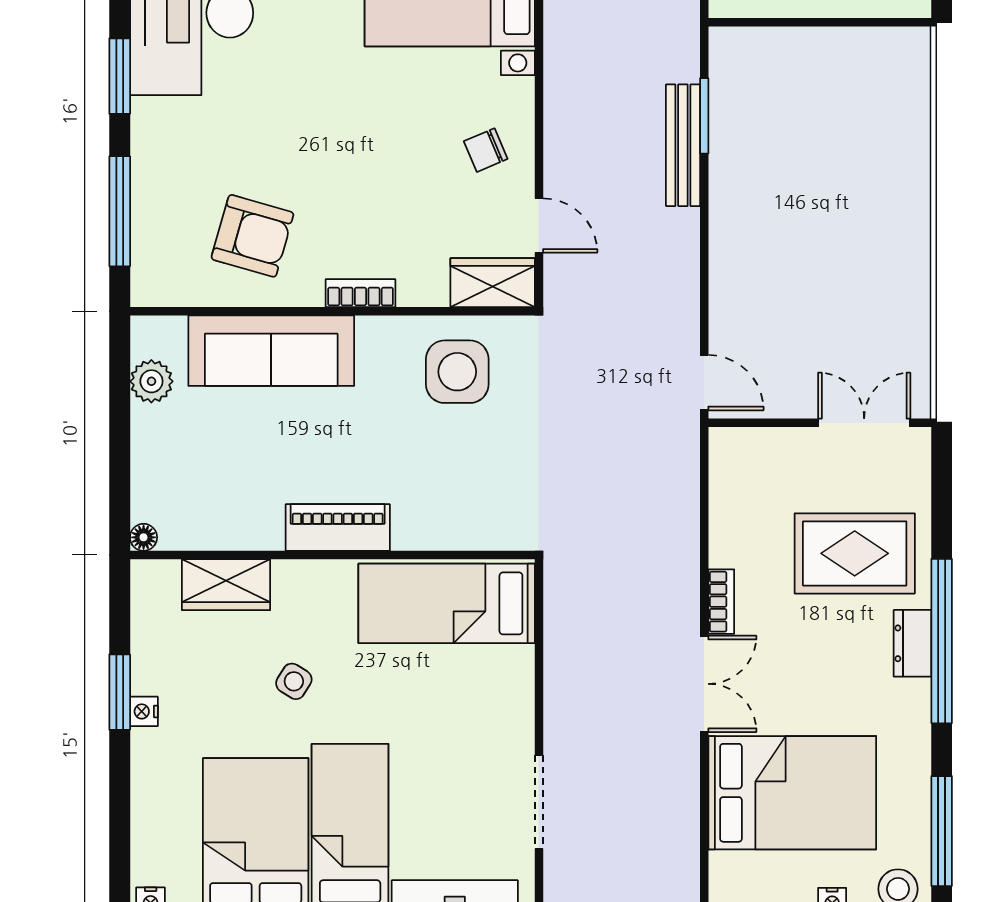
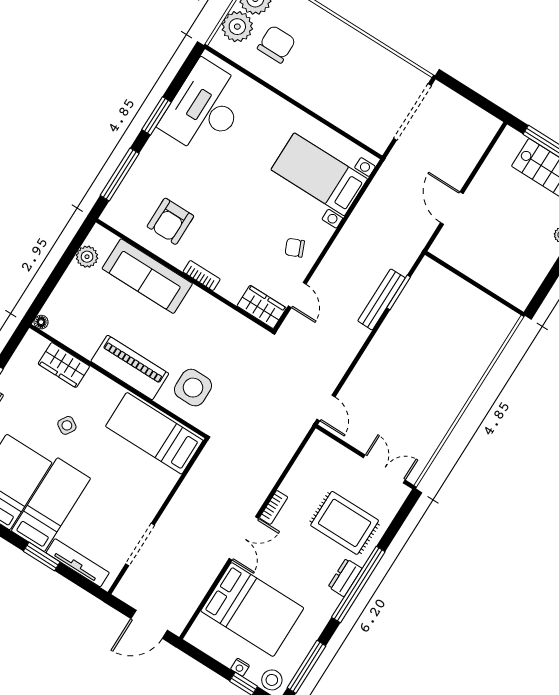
armchair: (252, 236) -> (170, 221), turned 74
side table: (457, 372) -> (193, 388), moved
piano: (338, 528) -> (130, 367), width x1.37, depth x1.33

